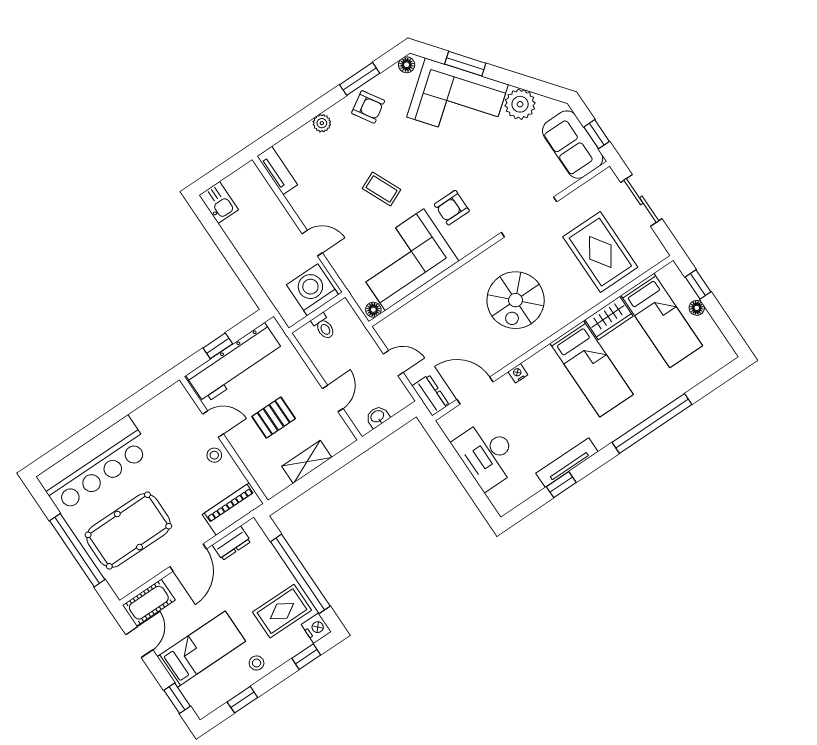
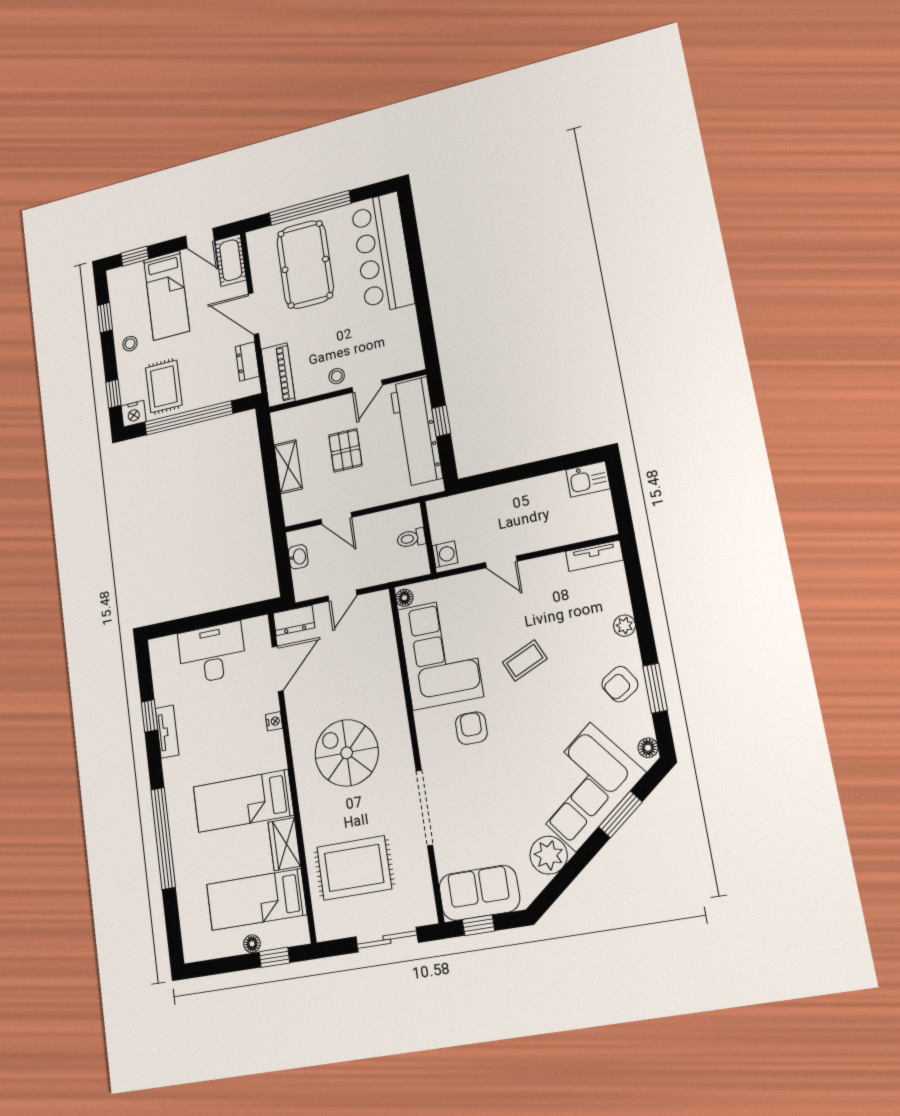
door: (312, 243) -> (501, 562), hinge flipped
washing machine: (313, 290) -> (445, 554), width x0.53, depth x0.53
tv unit: (567, 462) -> (167, 732), width x0.71

